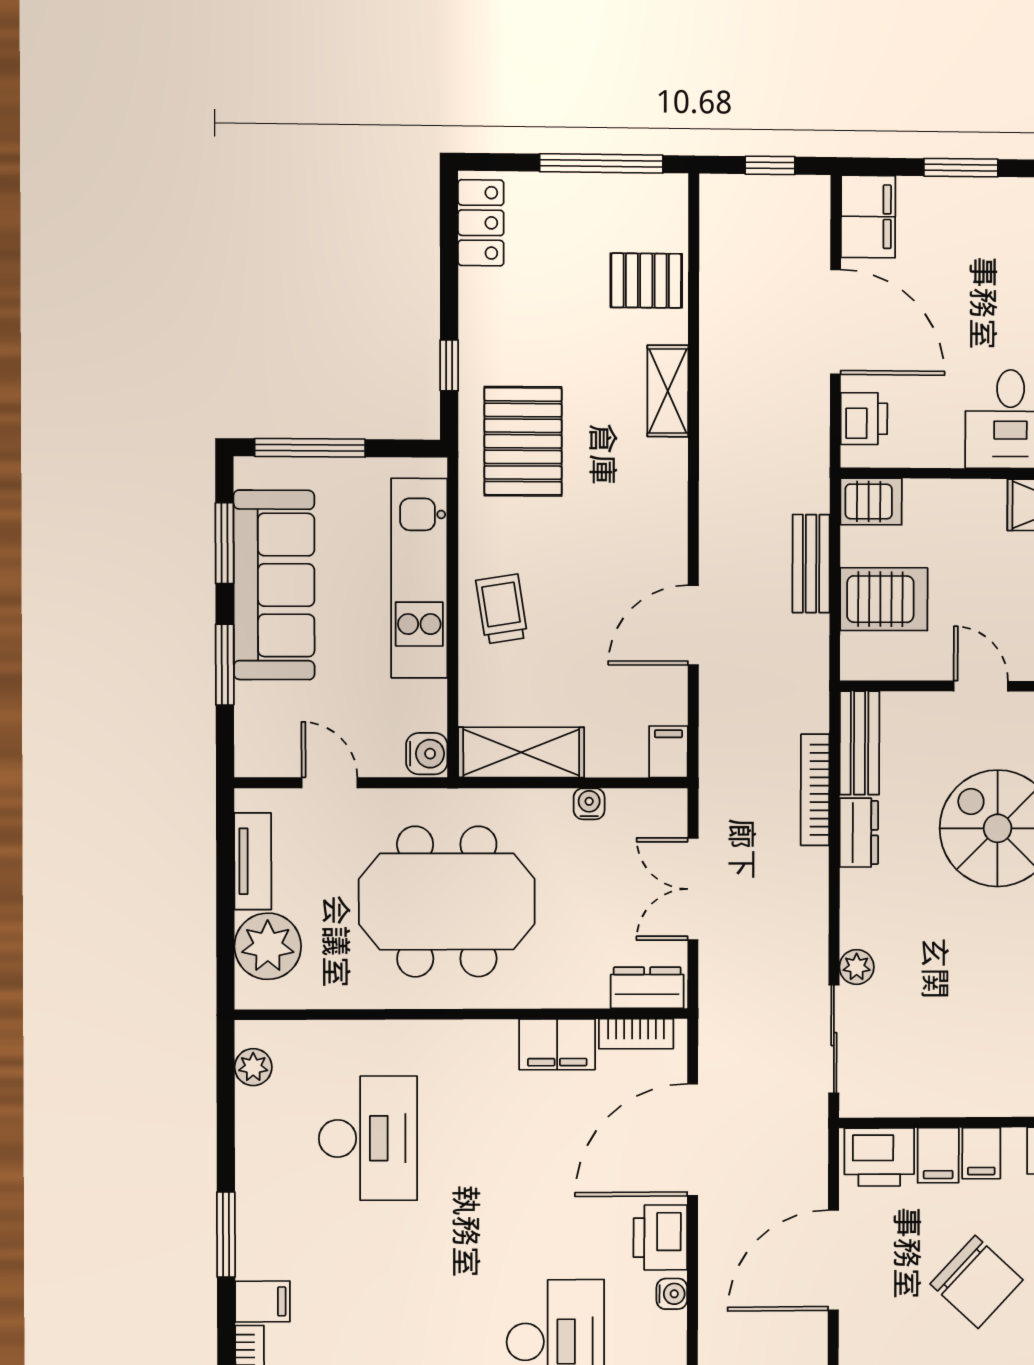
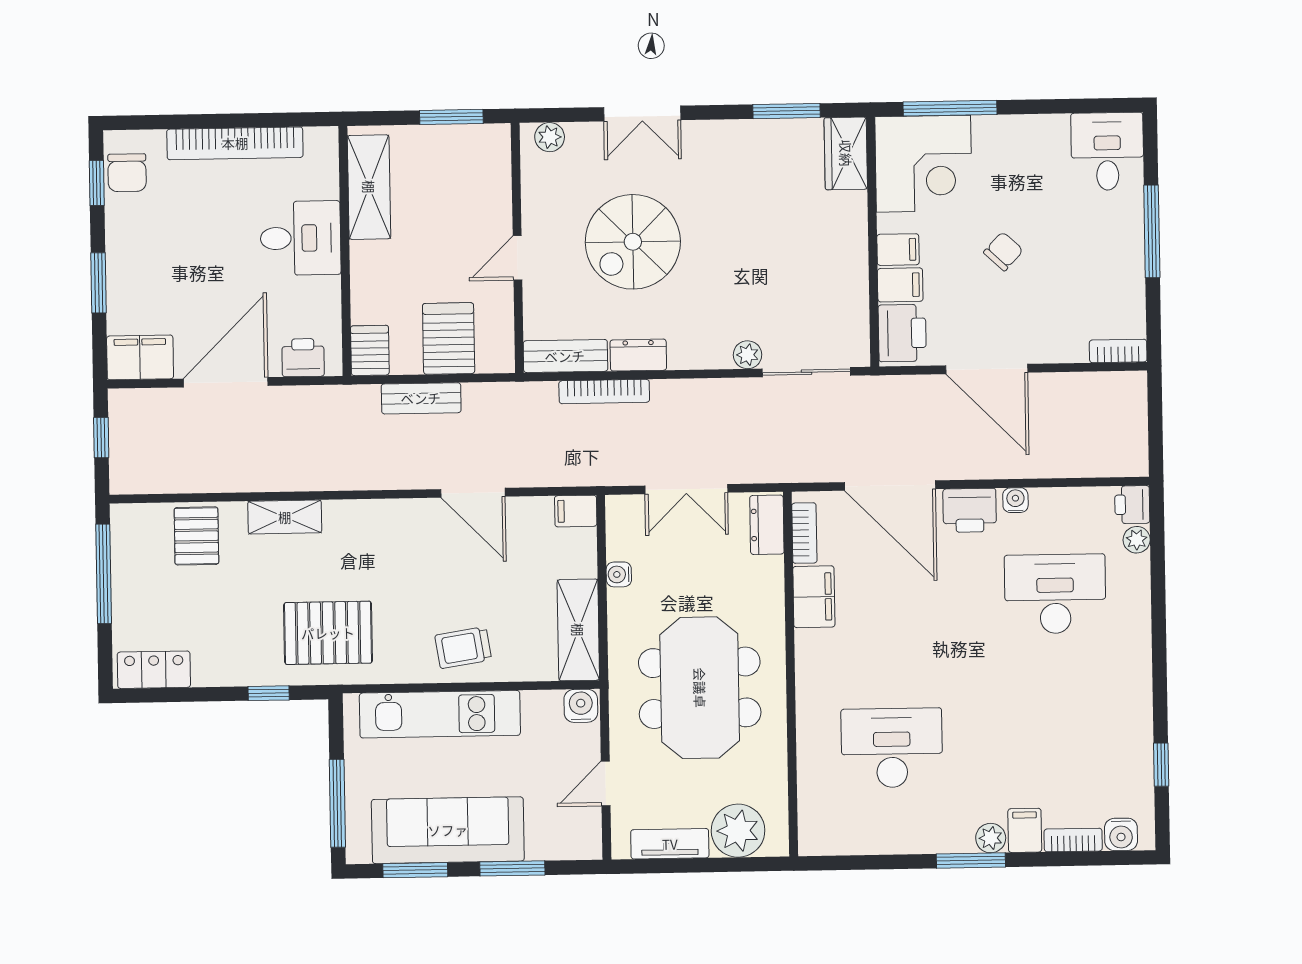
plant: (253, 1067) -> (991, 838), moved
chair: (977, 1282) -> (1003, 251), width x0.54, depth x0.54

